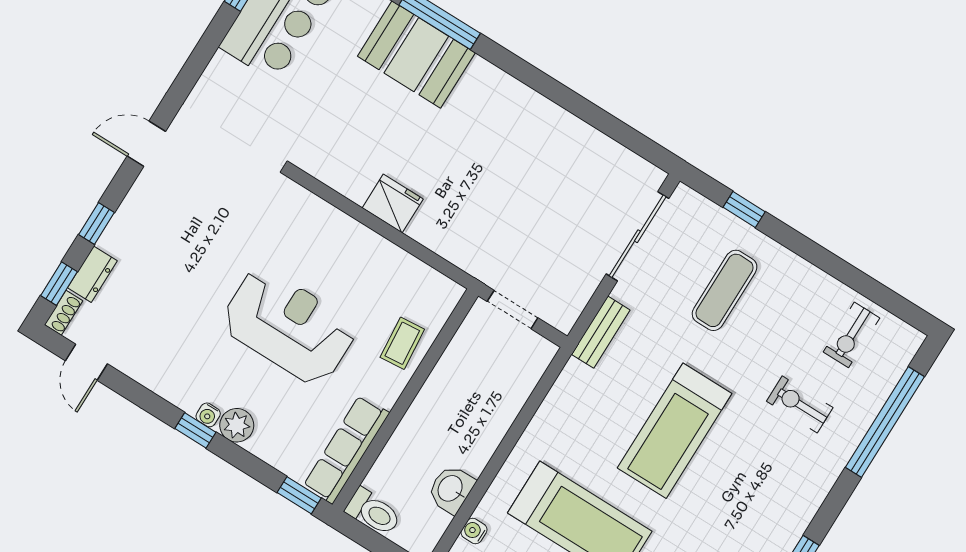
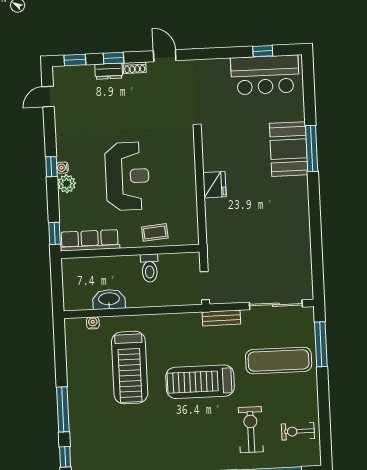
window: (744, 210) -> (321, 344), width x2.17
dresser: (92, 274) -> (109, 71), moved
exercise mat: (725, 290) -> (279, 361), width x1.36, depth x1.45
doorway: (513, 310) -> (205, 286), moved
shoe rack: (64, 313) -> (135, 68), moved
exercise bike: (800, 404) -> (251, 430), width x1.38, depth x1.39
washbasin: (451, 489) -> (109, 299), width x1.38
toilet: (373, 512) -> (150, 268), moved

